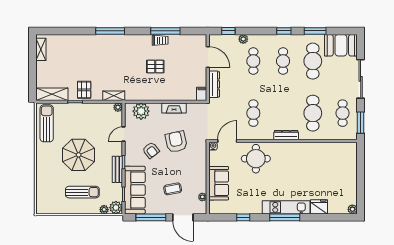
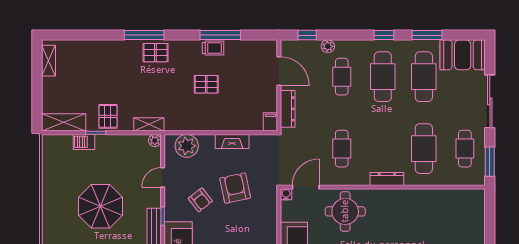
pallet: (118, 44) -> (155, 53), added
cafe table: (283, 61) -> (383, 77), width x1.37, depth x1.35
barbecue: (67, 108) -> (84, 142), added
sun lounger: (47, 123) -> (56, 163), removed

